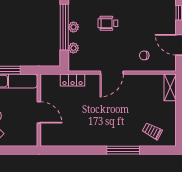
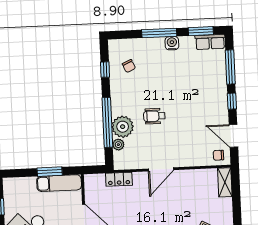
plant: (73, 27) -> (123, 127), width x1.87, depth x1.87
chair: (144, 55) -> (218, 155), moved

